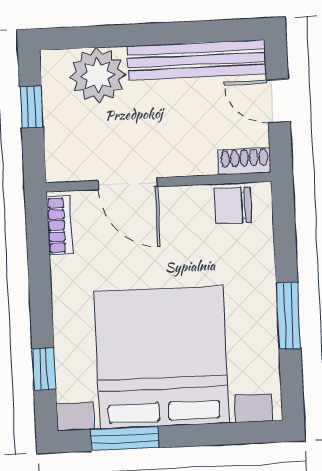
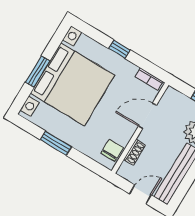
shoe rack: (244, 161) -> (135, 152), moved
window: (44, 369) -> (119, 49), moved
window: (125, 439) -> (38, 72), moved

